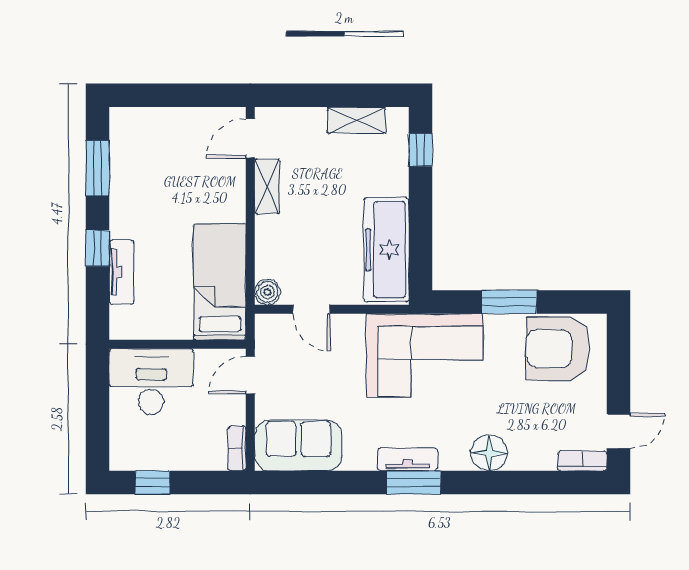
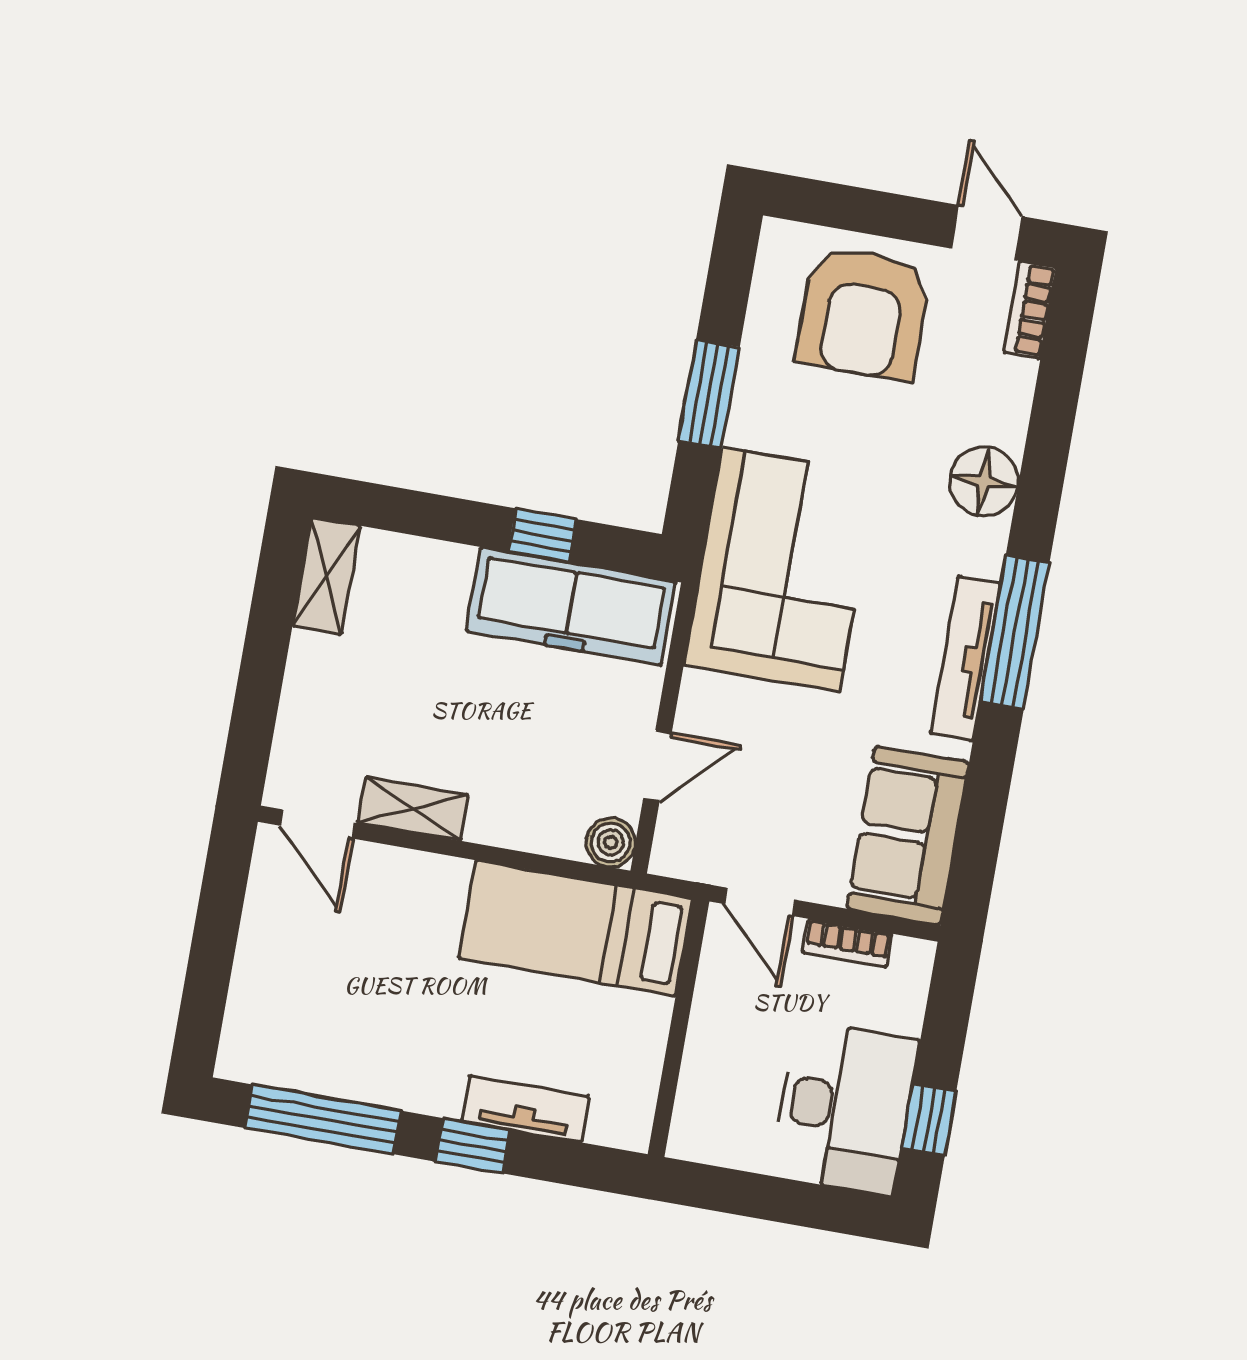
shelving: (357, 120) -> (326, 576), moved
window: (421, 150) -> (542, 535), moved
window: (97, 168) -> (323, 1119), width x1.44
armchair: (558, 349) -> (863, 313), moved
desk: (151, 382) -> (845, 1108), moved, turned 180
bookcase: (237, 448) -> (847, 943), moved
tv unit: (408, 459) -> (966, 659), width x1.41
window: (414, 482) -> (1015, 632), width x1.44

